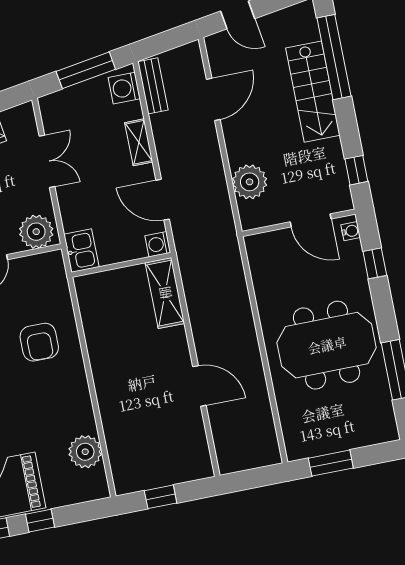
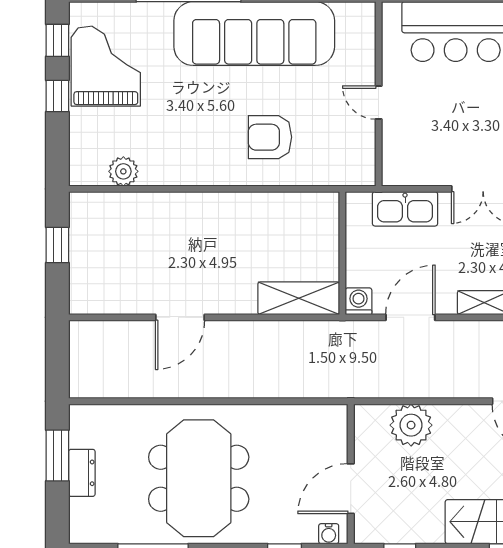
plant: (36, 232) -> (402, 160), removed
kitchen sink: (81, 251) -> (405, 209), moved, width x1.38
dresser: (341, 441) -> (82, 473), added
plant: (85, 452) -> (123, 171), width x0.73, depth x0.73

